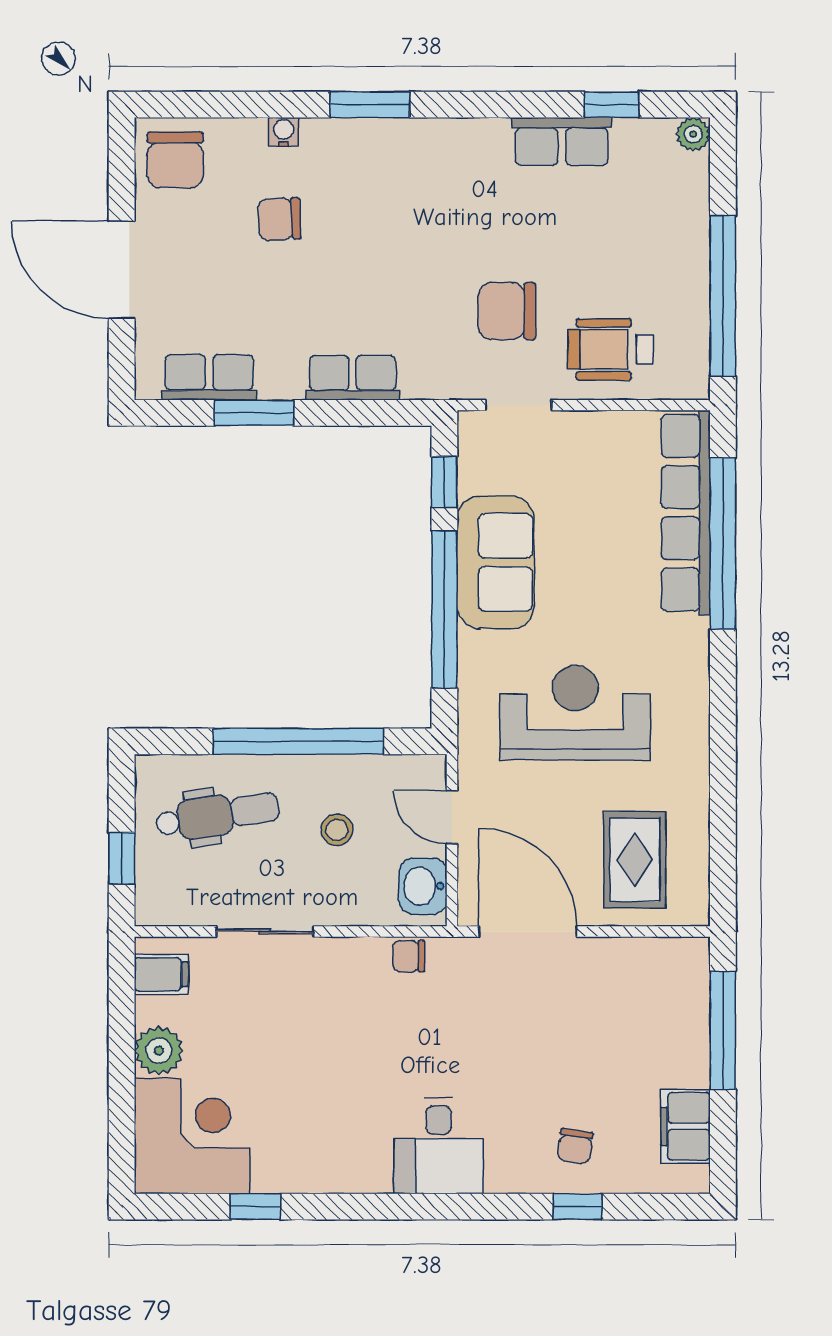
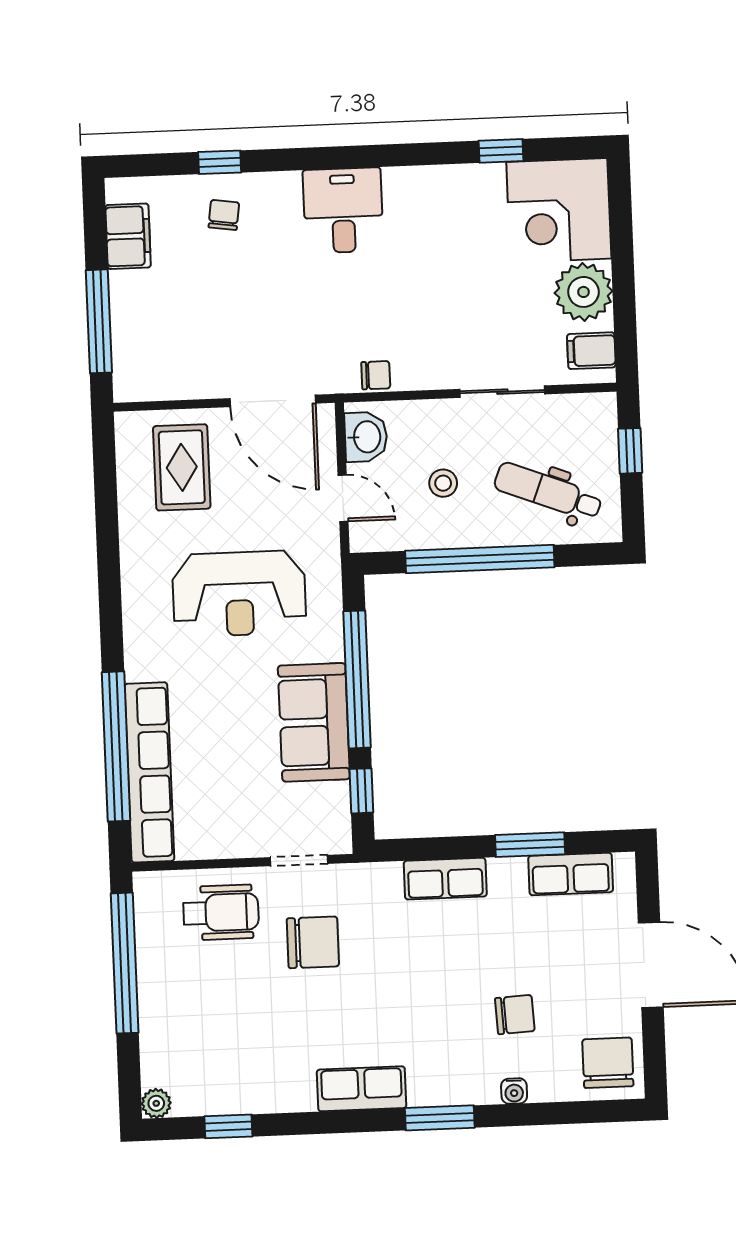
row of seats: (562, 141) -> (362, 1089), moved
dental chair: (217, 815) -> (548, 492), turned 30
plant: (159, 1051) -> (583, 292), width x1.36, depth x1.36

